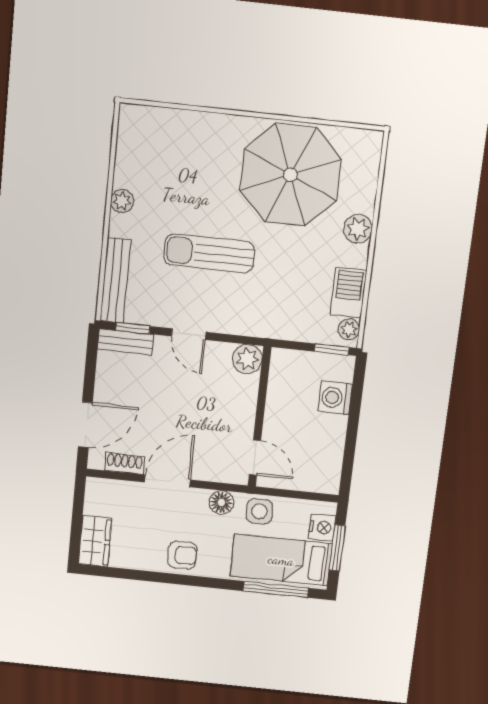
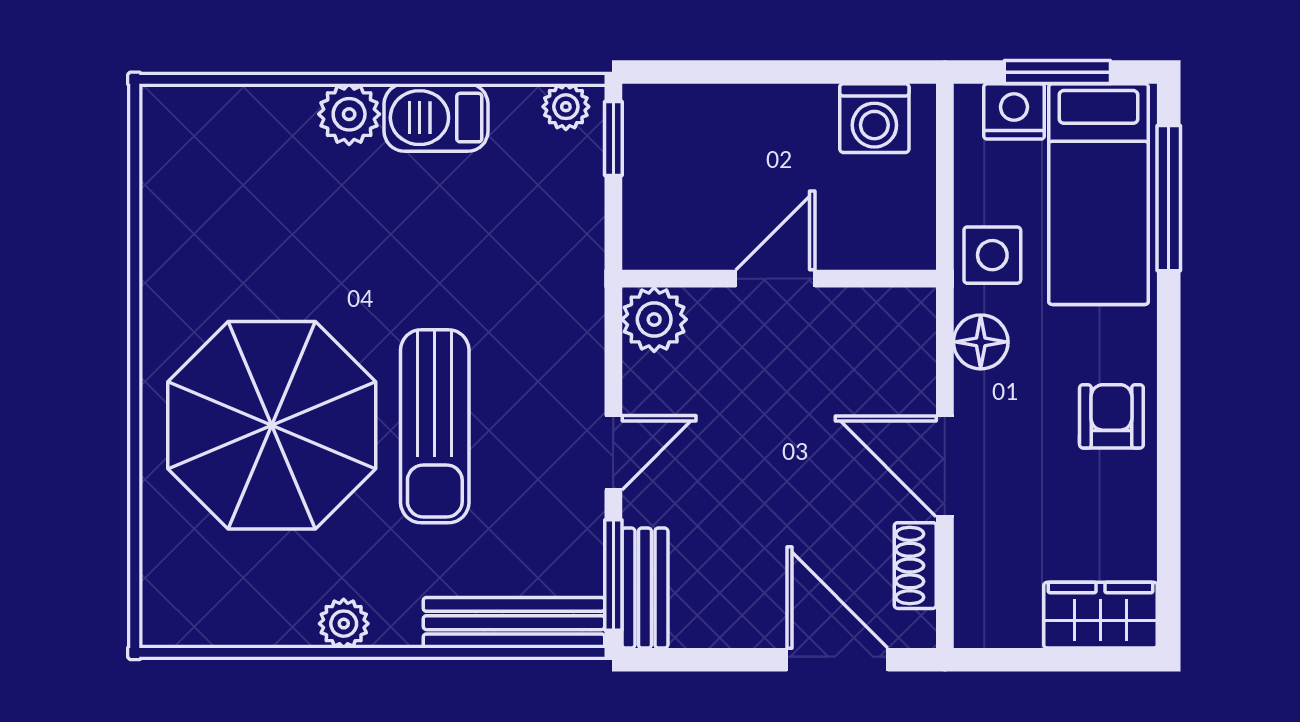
parasol: (290, 175) -> (272, 425), moved
barbecue: (348, 292) -> (436, 118), moved
window: (133, 328) -> (613, 575), width x1.50
washing machine: (335, 398) -> (874, 118), moved
door: (255, 458) -> (775, 279), moved

